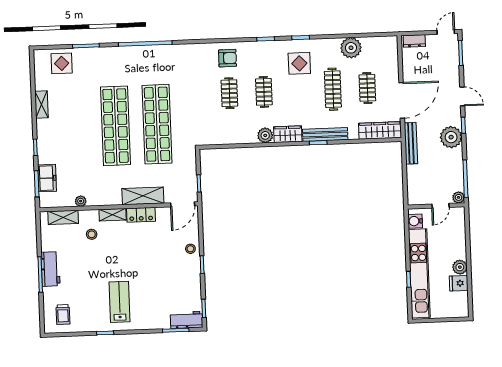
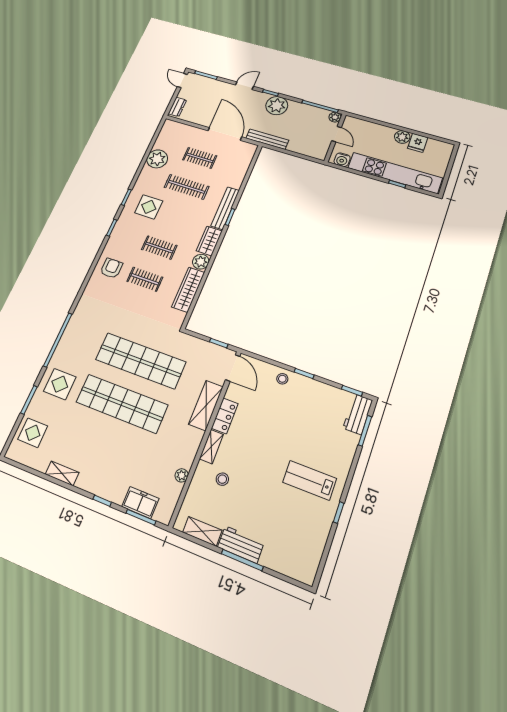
display table: (109, 65) -> (60, 384), added
wardrobe: (380, 130) -> (188, 290), moved
shelving: (63, 217) -> (202, 531), moved, turned 90
trolley: (63, 314) -> (299, 553), removed

